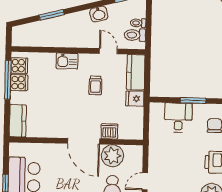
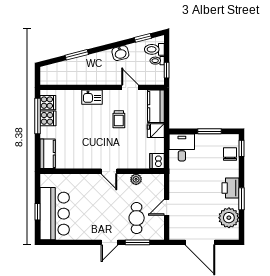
window: (148, 34) -> (167, 70), added
toilet: (135, 35) -> (154, 49), moved
desk: (178, 118) -> (182, 147), moved
dishwasher: (109, 131) -> (157, 161), moved, turned -90
door: (84, 141) -> (109, 171), width x0.53
plant: (112, 156) -> (136, 179), width x0.53, depth x0.53

